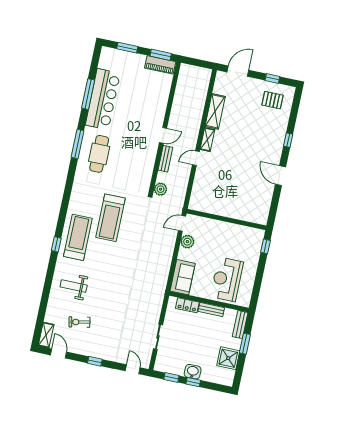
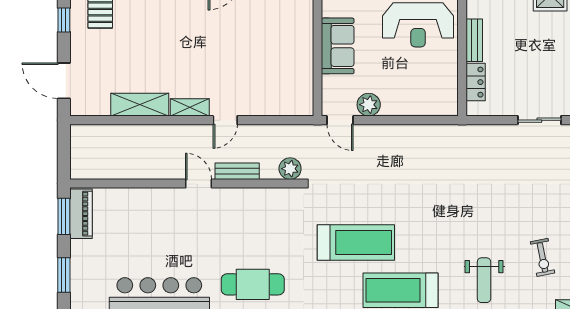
door: (196, 158) -> (225, 120), hinge flipped
sofa: (183, 277) -> (338, 46), moved, turned 90

